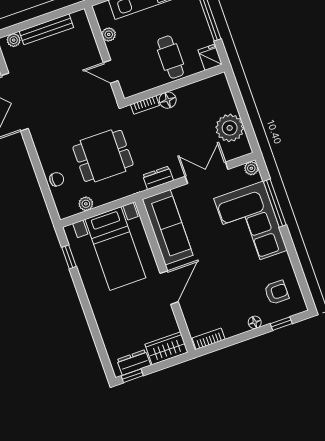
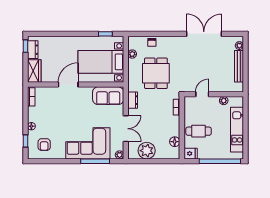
floor lamp: (168, 100) -> (175, 142), moved
sofa: (168, 227) -> (108, 96), width x0.73
door: (169, 288) -> (68, 85), swing flipped

